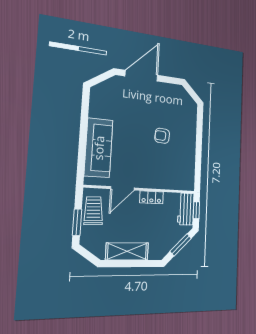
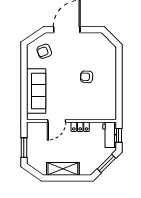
armchair: (112, 98) -> (44, 51), added
trolley: (93, 211) -> (35, 139), removed

